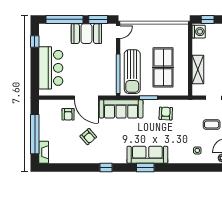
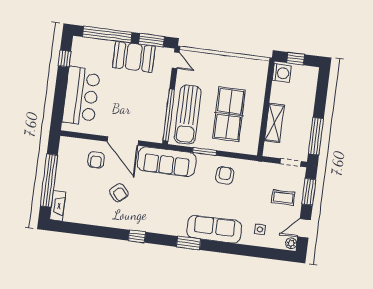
door: (118, 32) -> (176, 60), hinge flipped
sofa: (147, 155) -> (214, 229), moved

